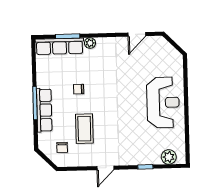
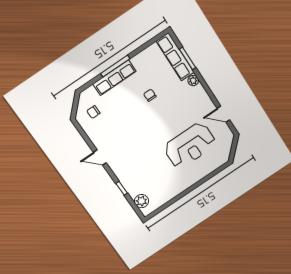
reception desk: (163, 102) -> (190, 145), moved
coffee table: (84, 129) -> (121, 120), removed

